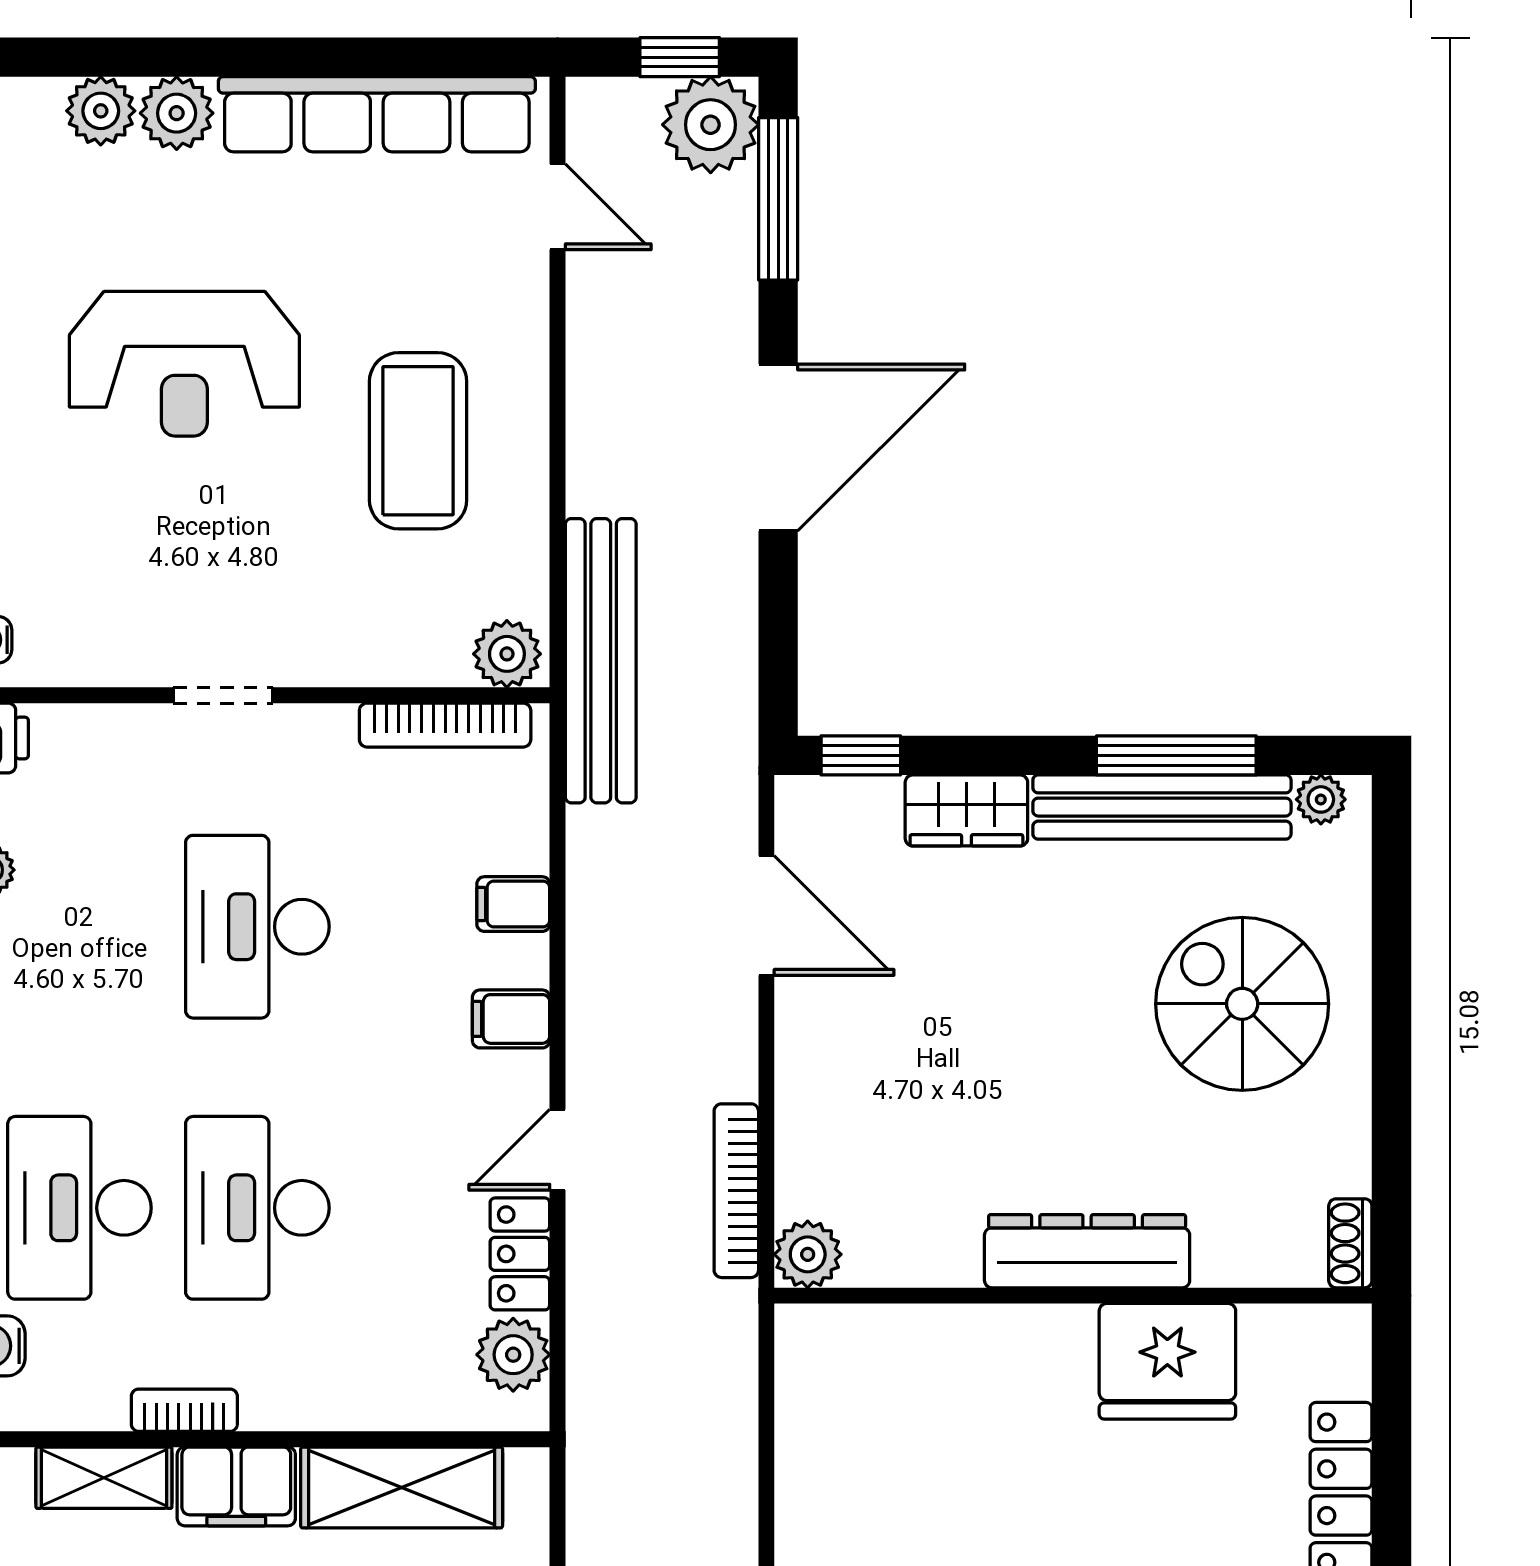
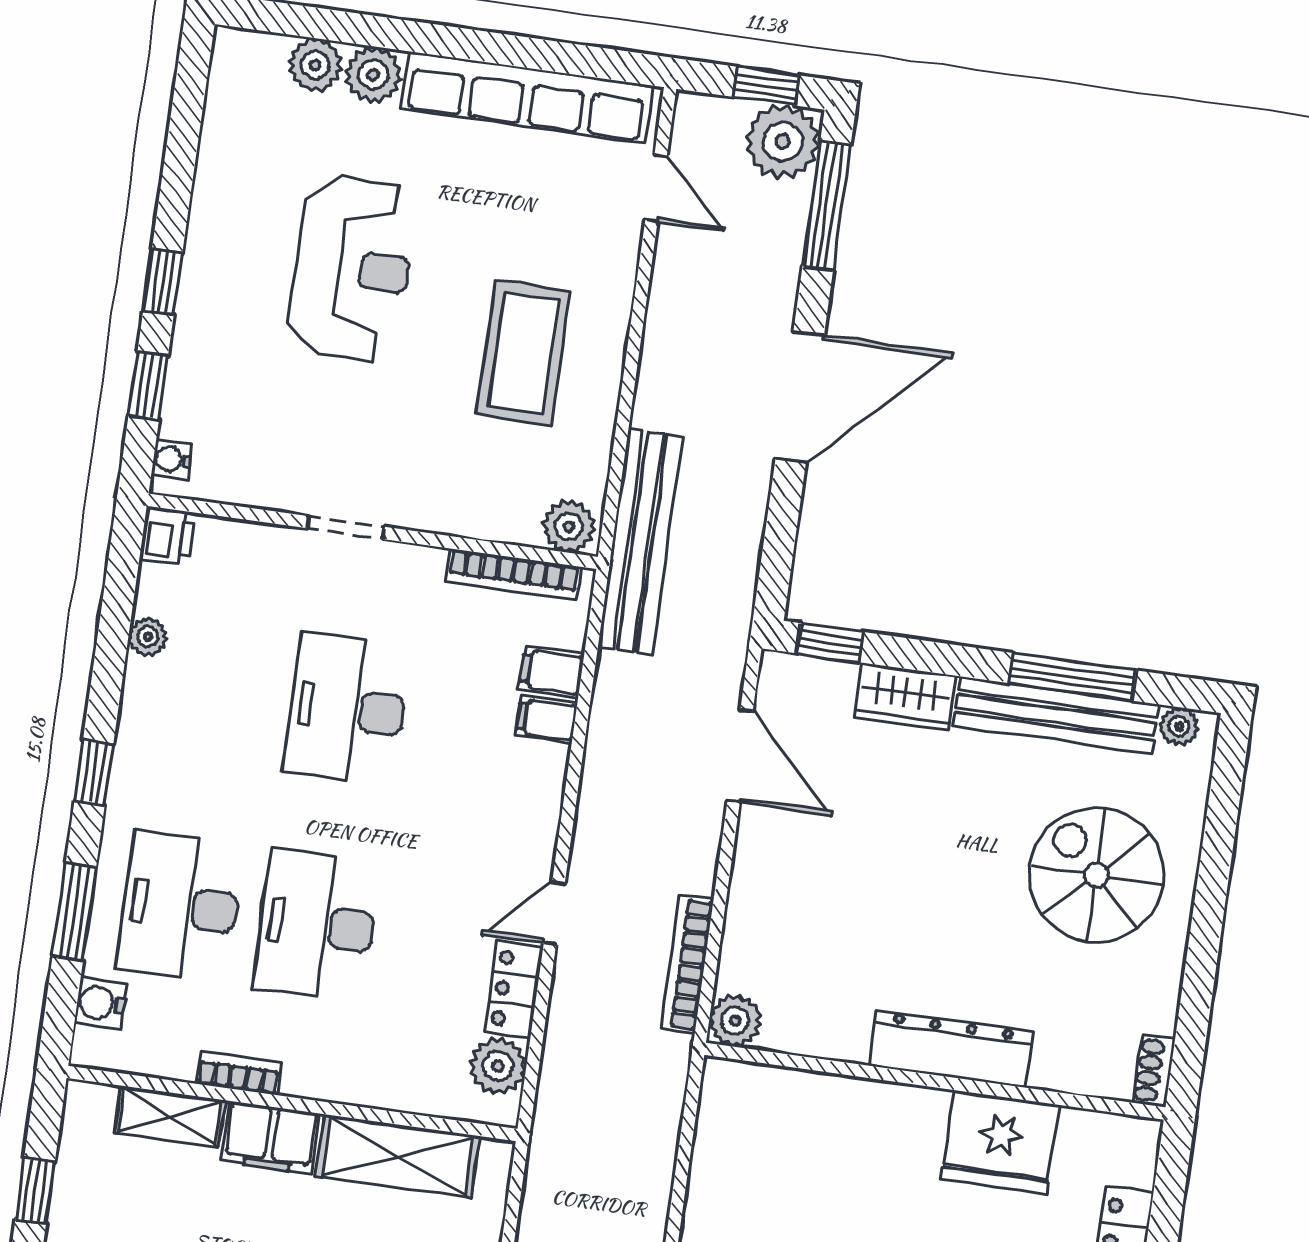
reception desk: (184, 364) -> (352, 268), turned -90
filing cabinet: (511, 1019) -> (552, 672), moved

